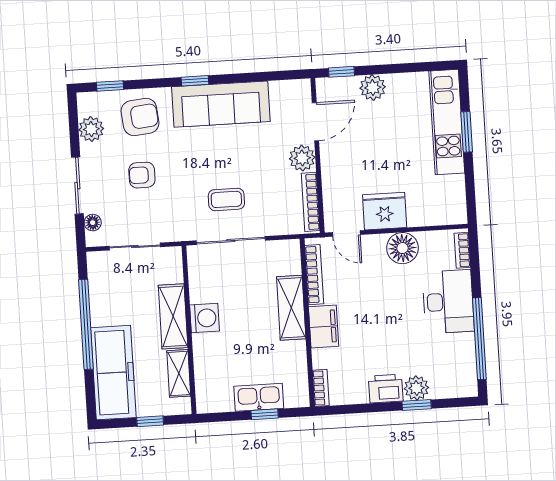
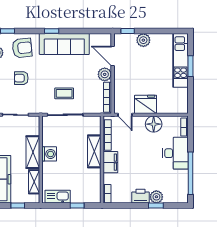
door: (315, 122) -> (113, 56), swing flipped
kitchen sink: (259, 397) -> (58, 197), moved

